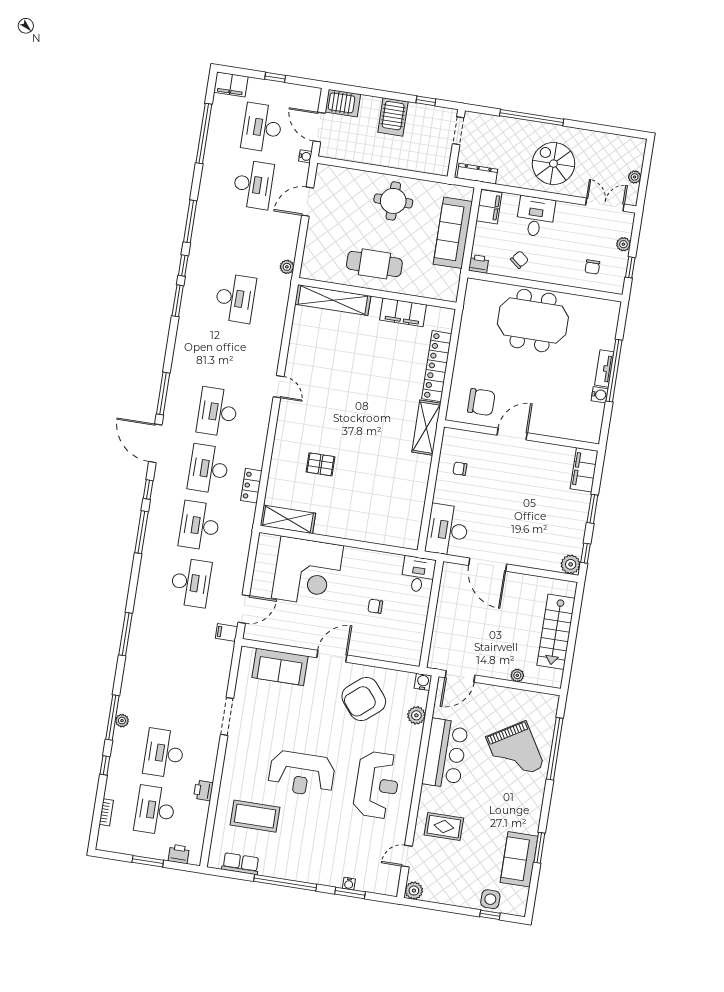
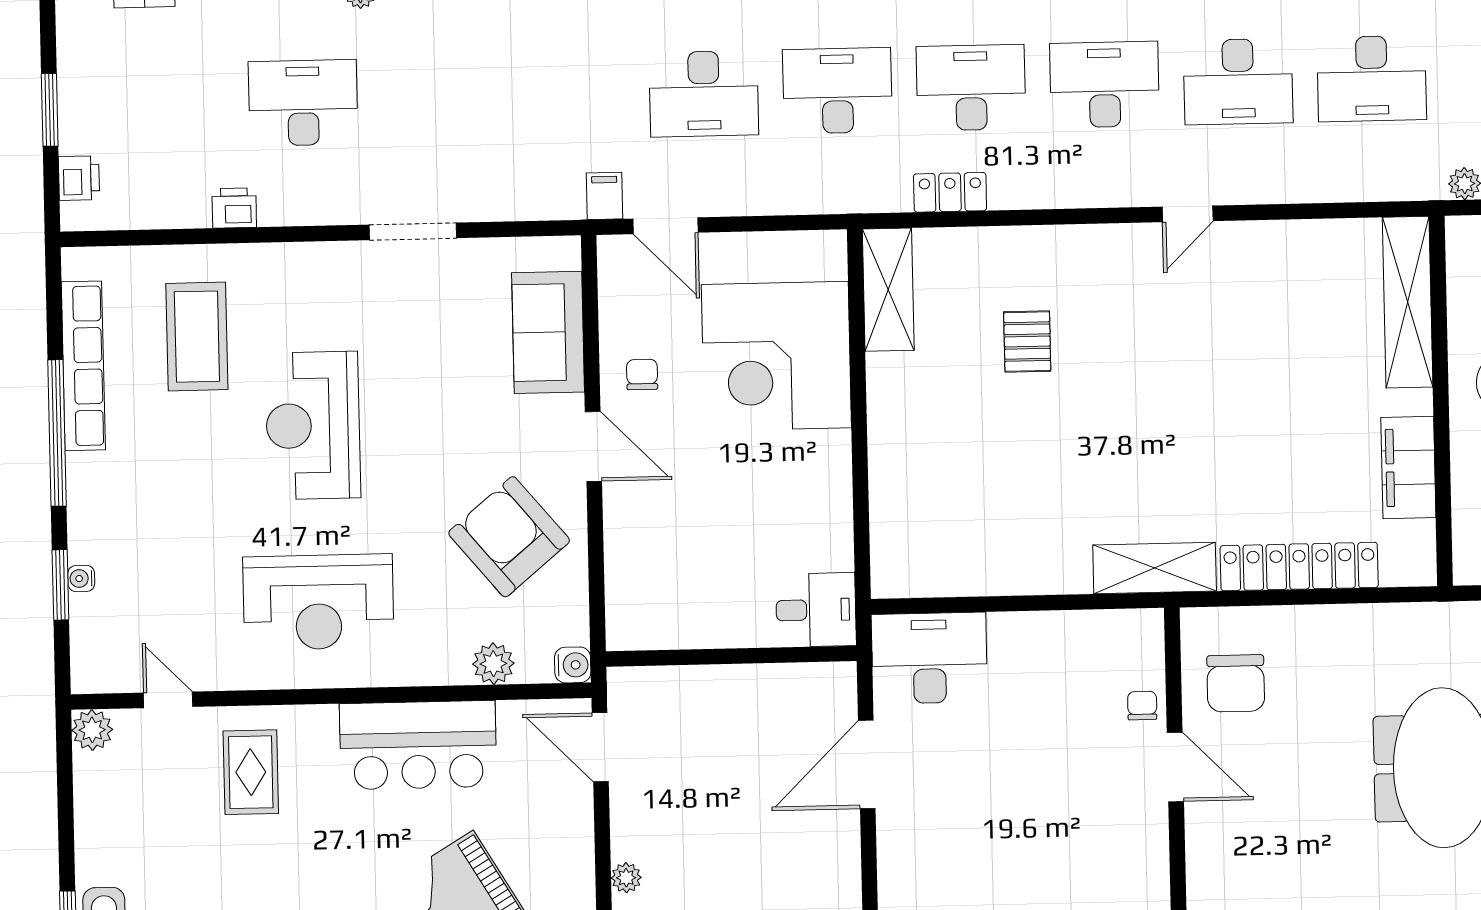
chair: (460, 469) -> (1142, 705), moved
chair: (375, 606) -> (642, 374), moved
desk: (155, 810) -> (1238, 82), moved, turned 180
row of seats: (241, 864) -> (83, 366), width x2.02

